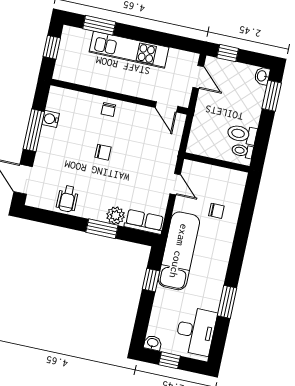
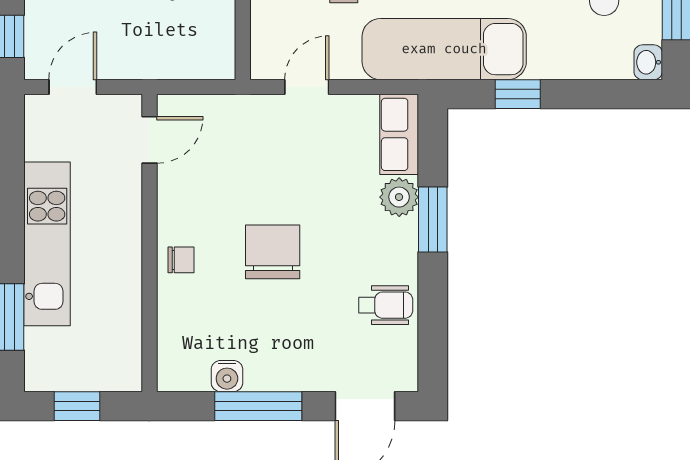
chair: (103, 152) -> (273, 252), width x1.87, depth x1.87

